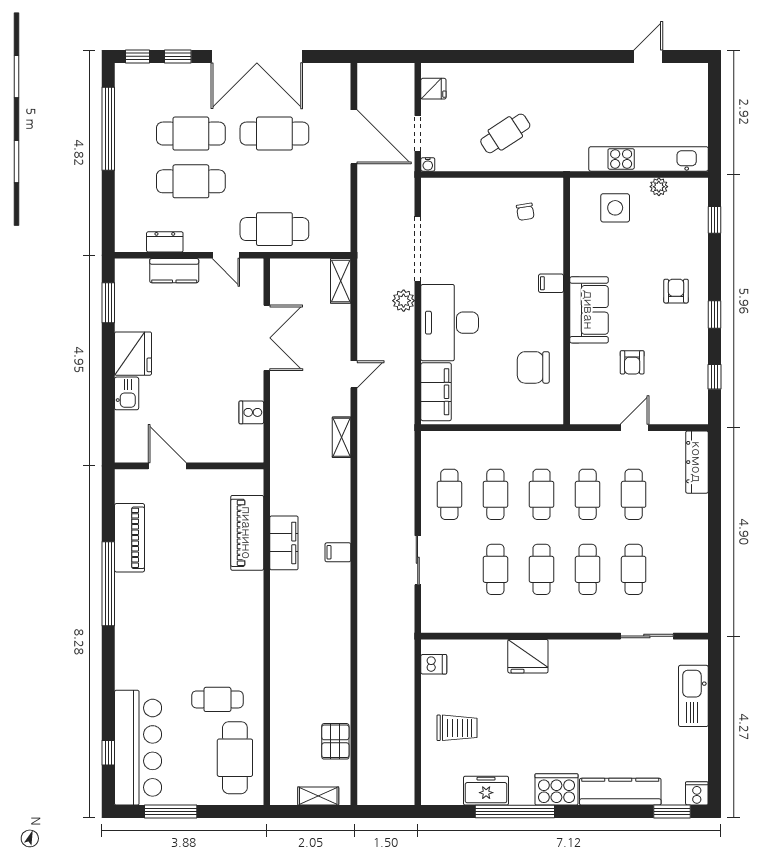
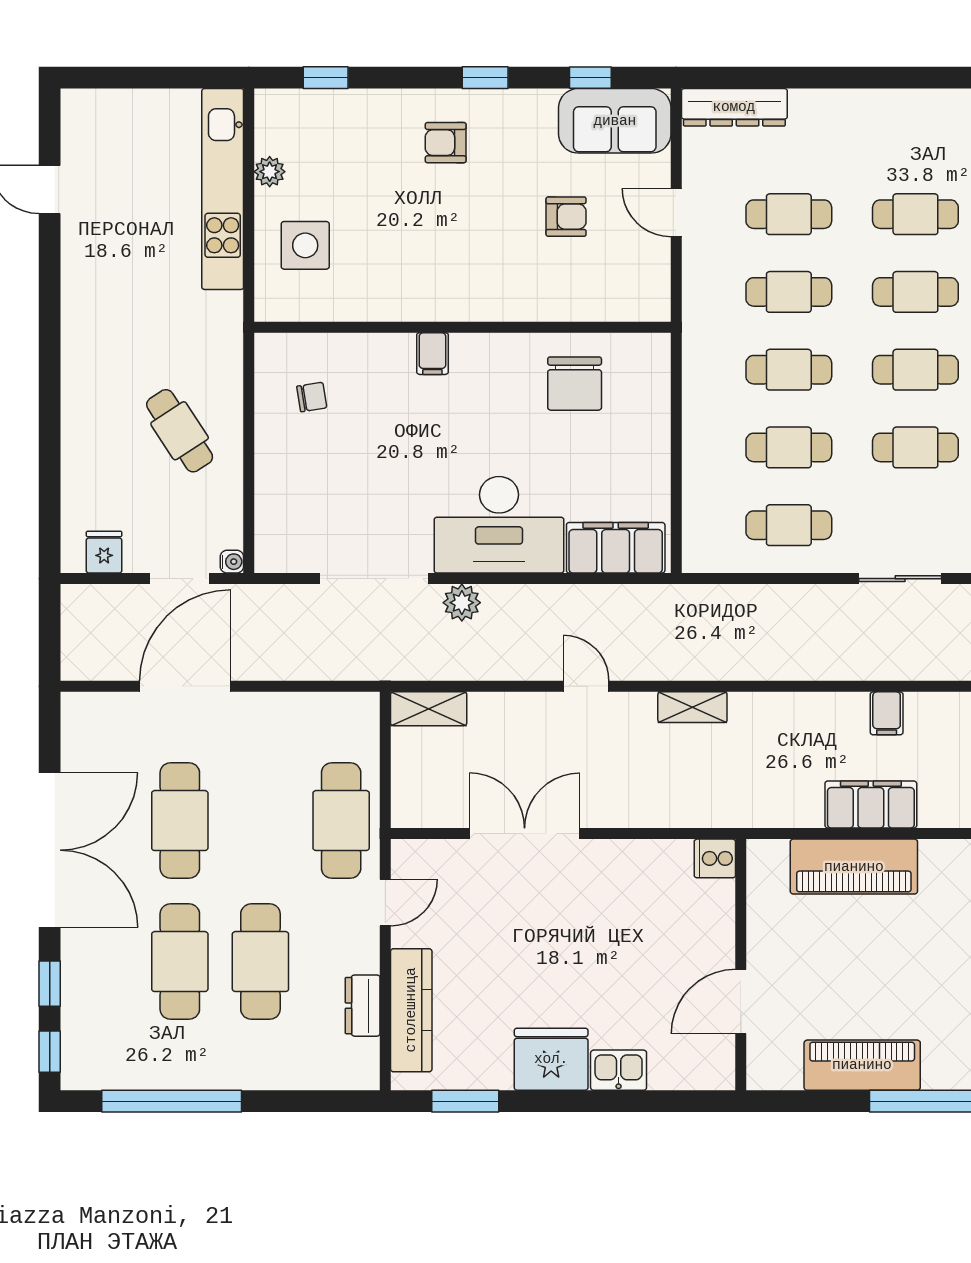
kitchen counter: (174, 271) -> (411, 1010), width x1.50
sofa: (589, 310) -> (615, 121), moved, turned 180
cooker: (251, 412) -> (715, 858), moved, turned 90

